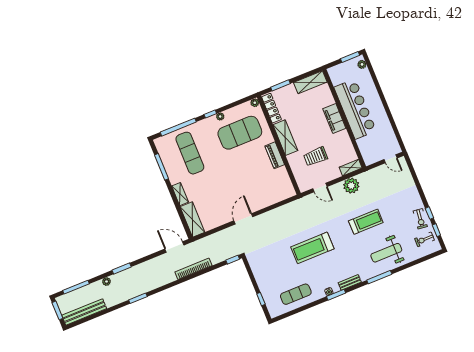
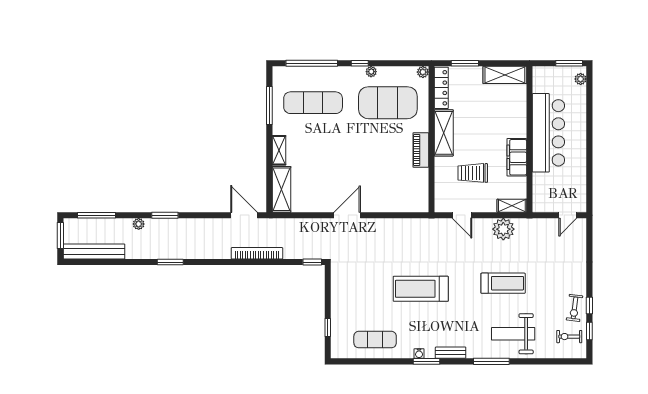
filing cabinet: (334, 118) -> (517, 157), moved
exercise mat: (190, 153) -> (313, 103), turned 90
door: (391, 159) -> (568, 215), hinge flipped

